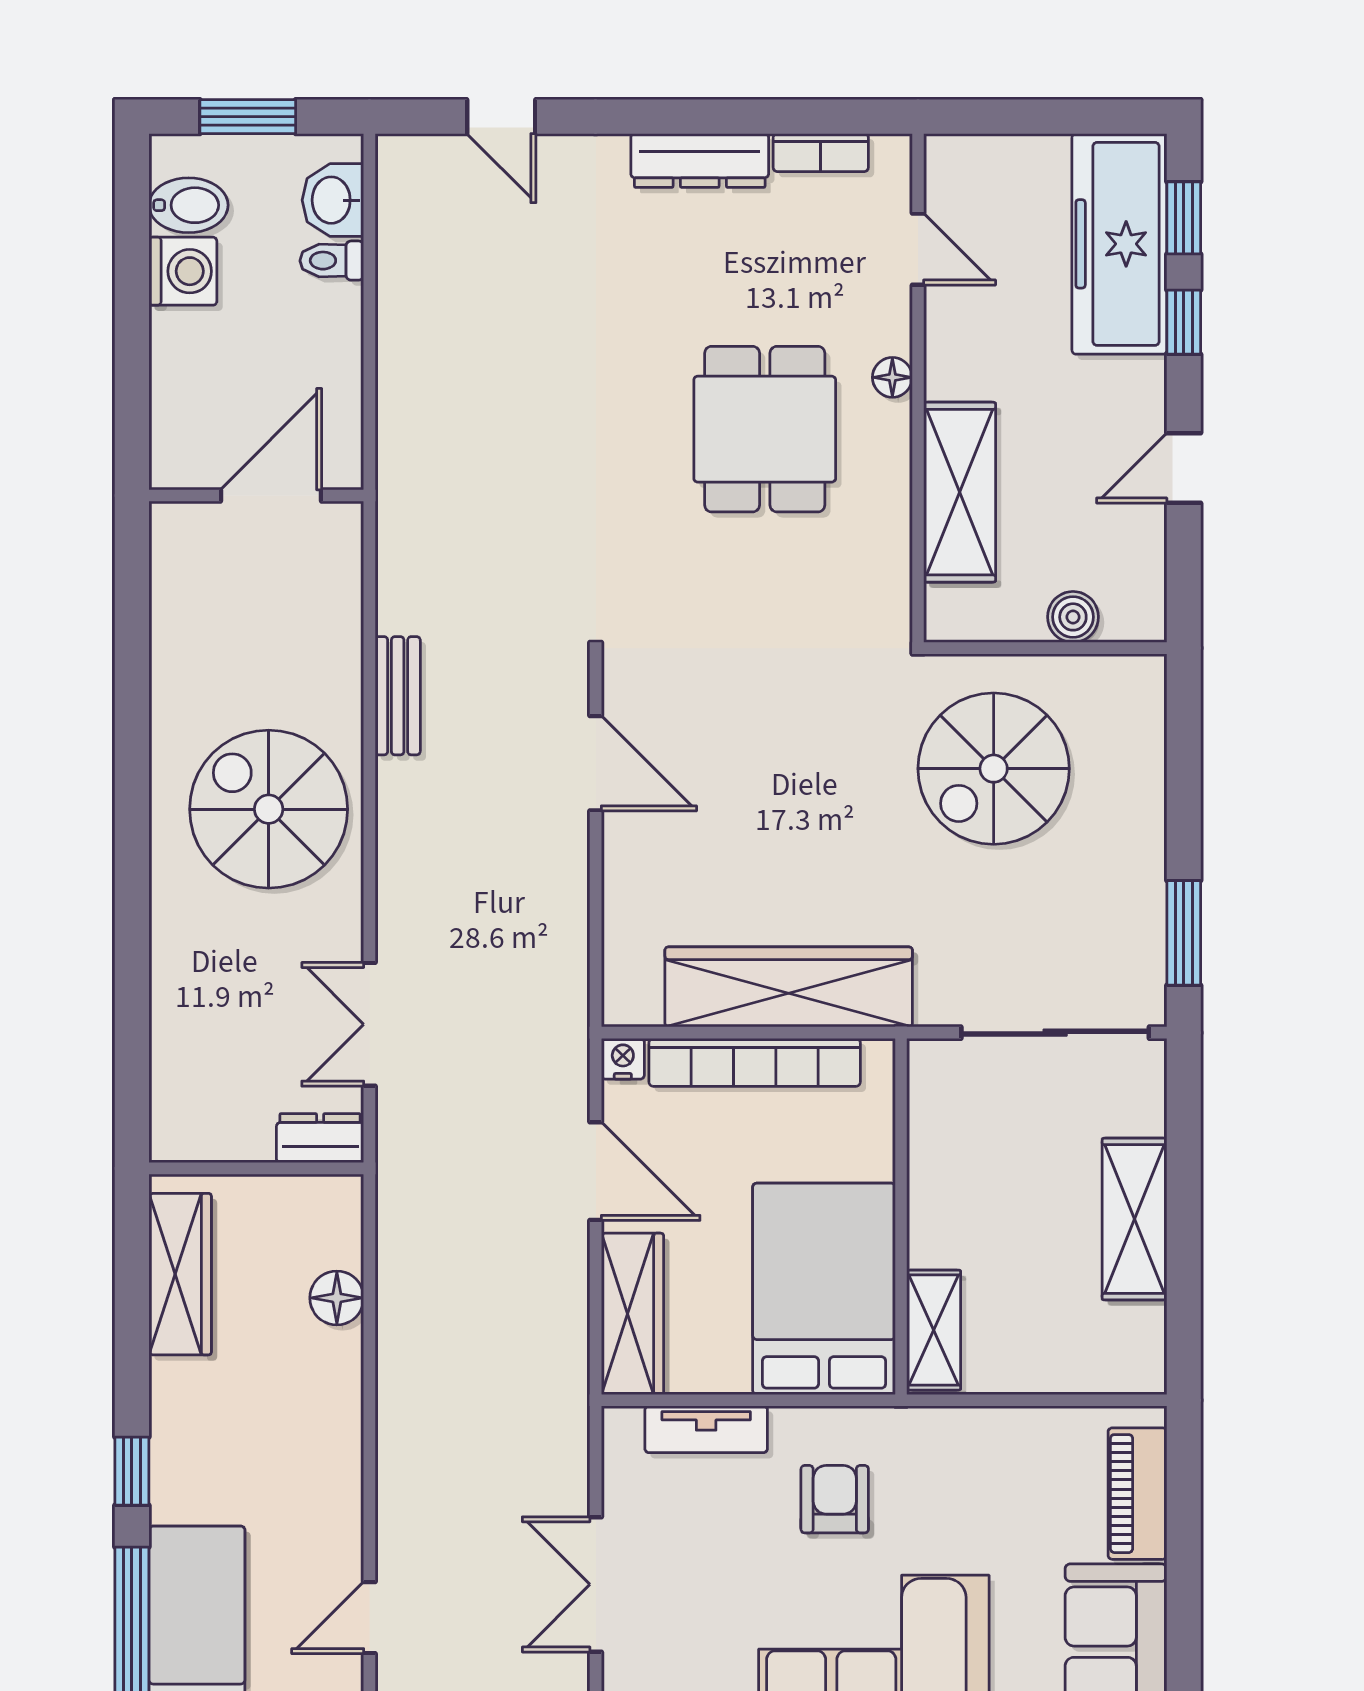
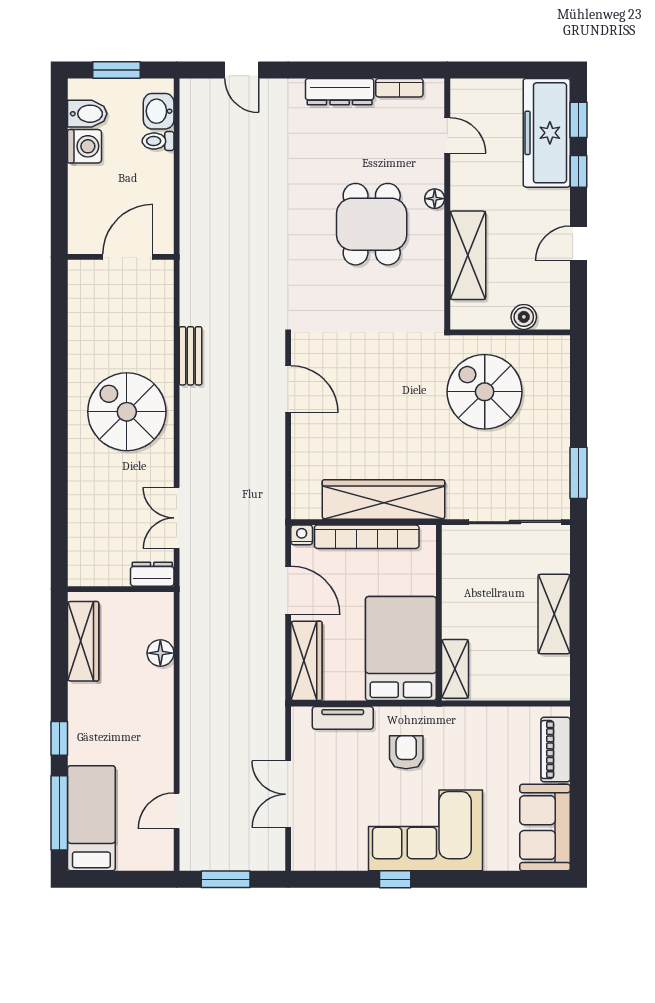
spiral stairs: (994, 769) -> (485, 392), turned 90

